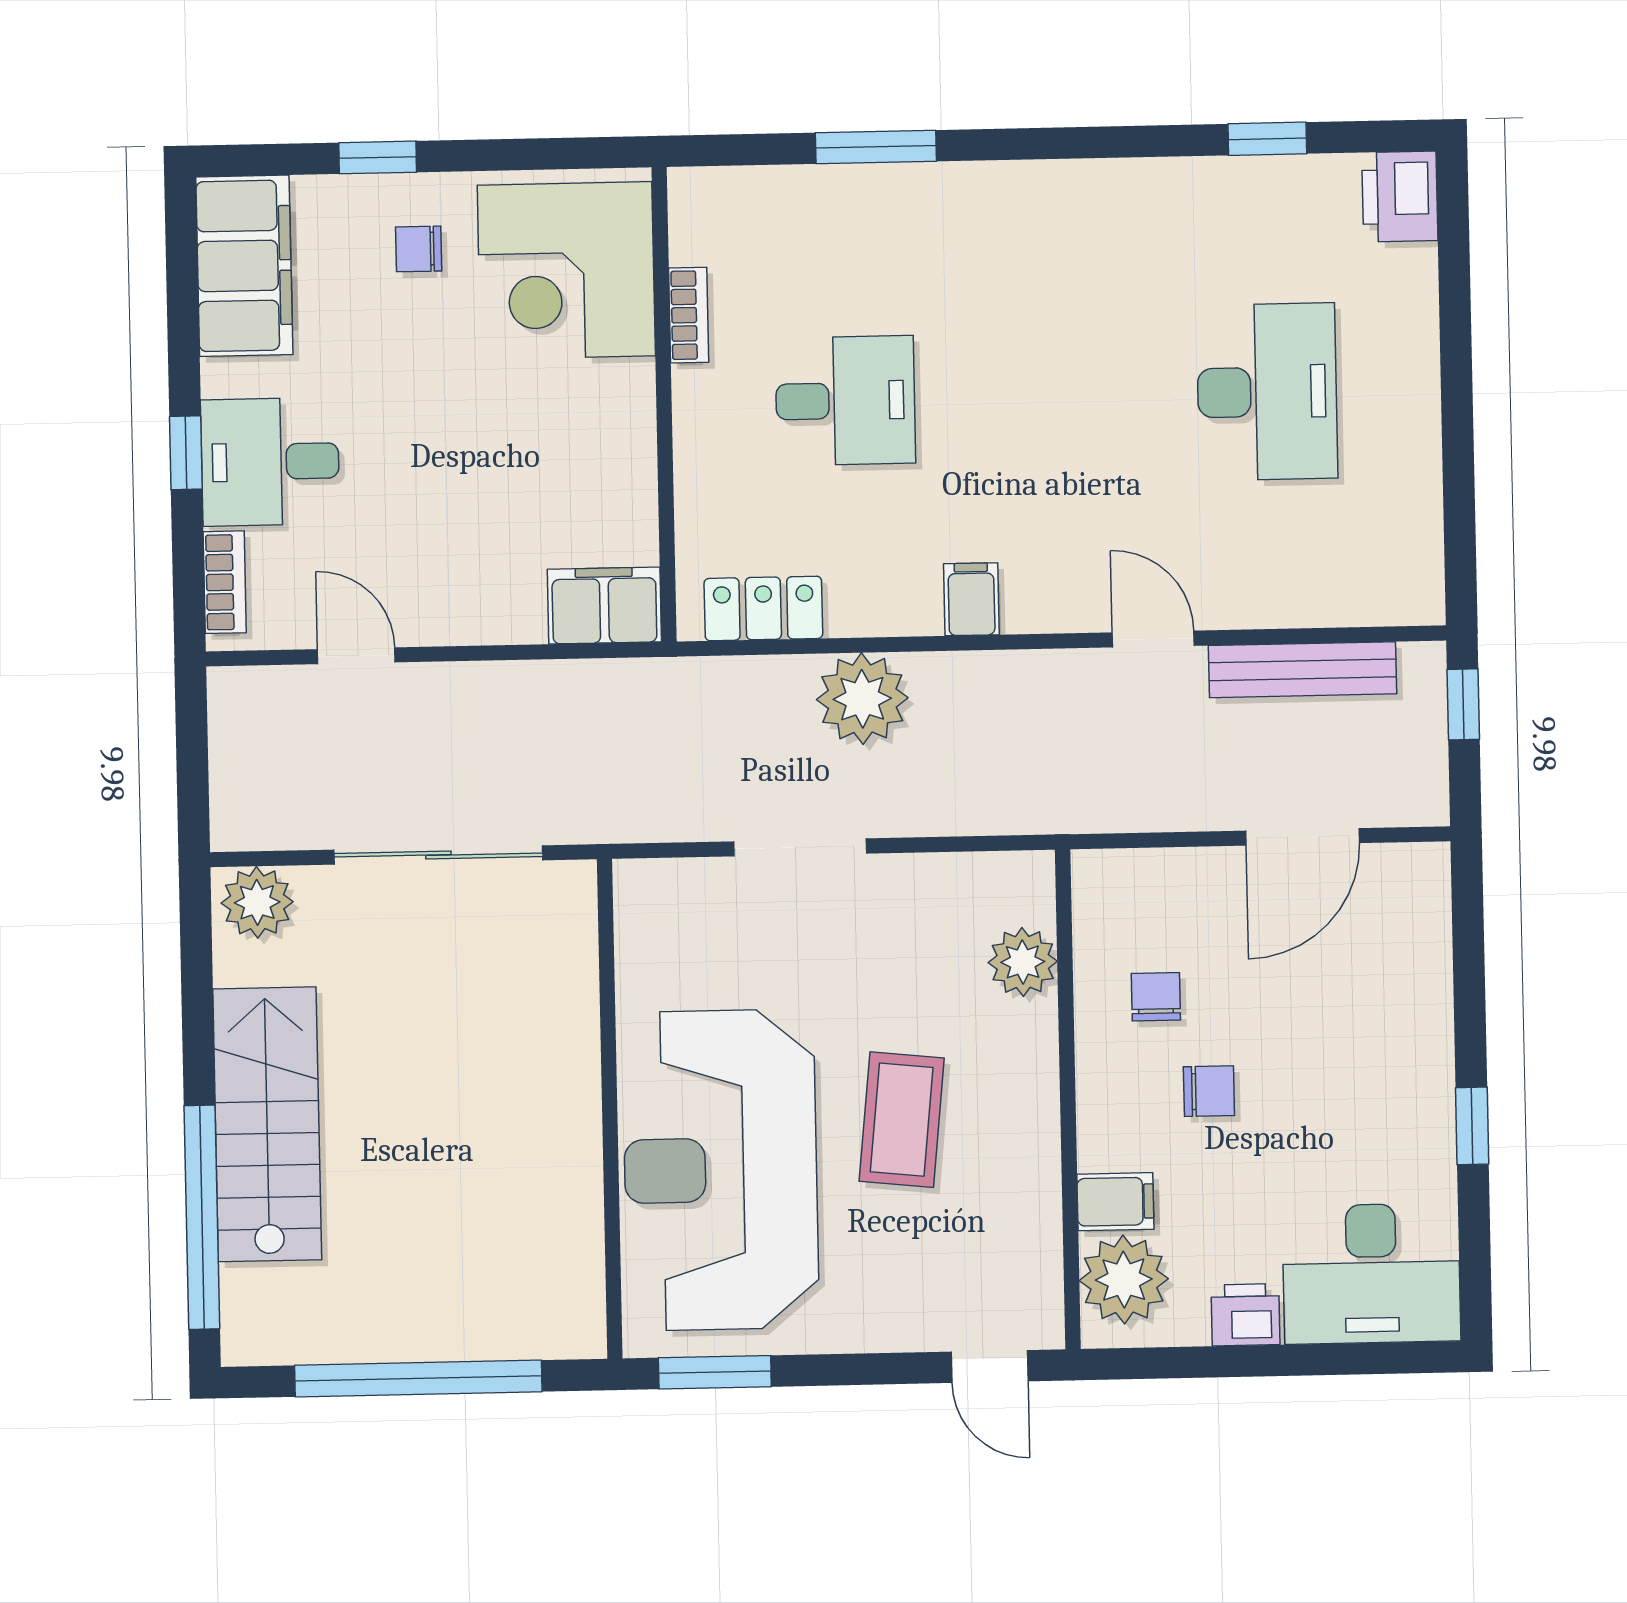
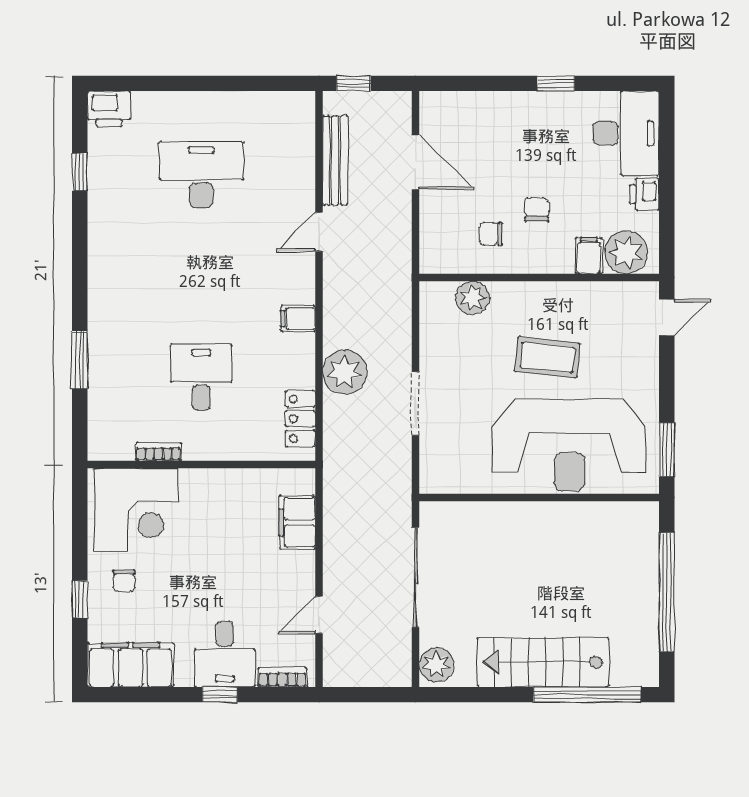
filing cabinet: (604, 606) -> (297, 522), moved

